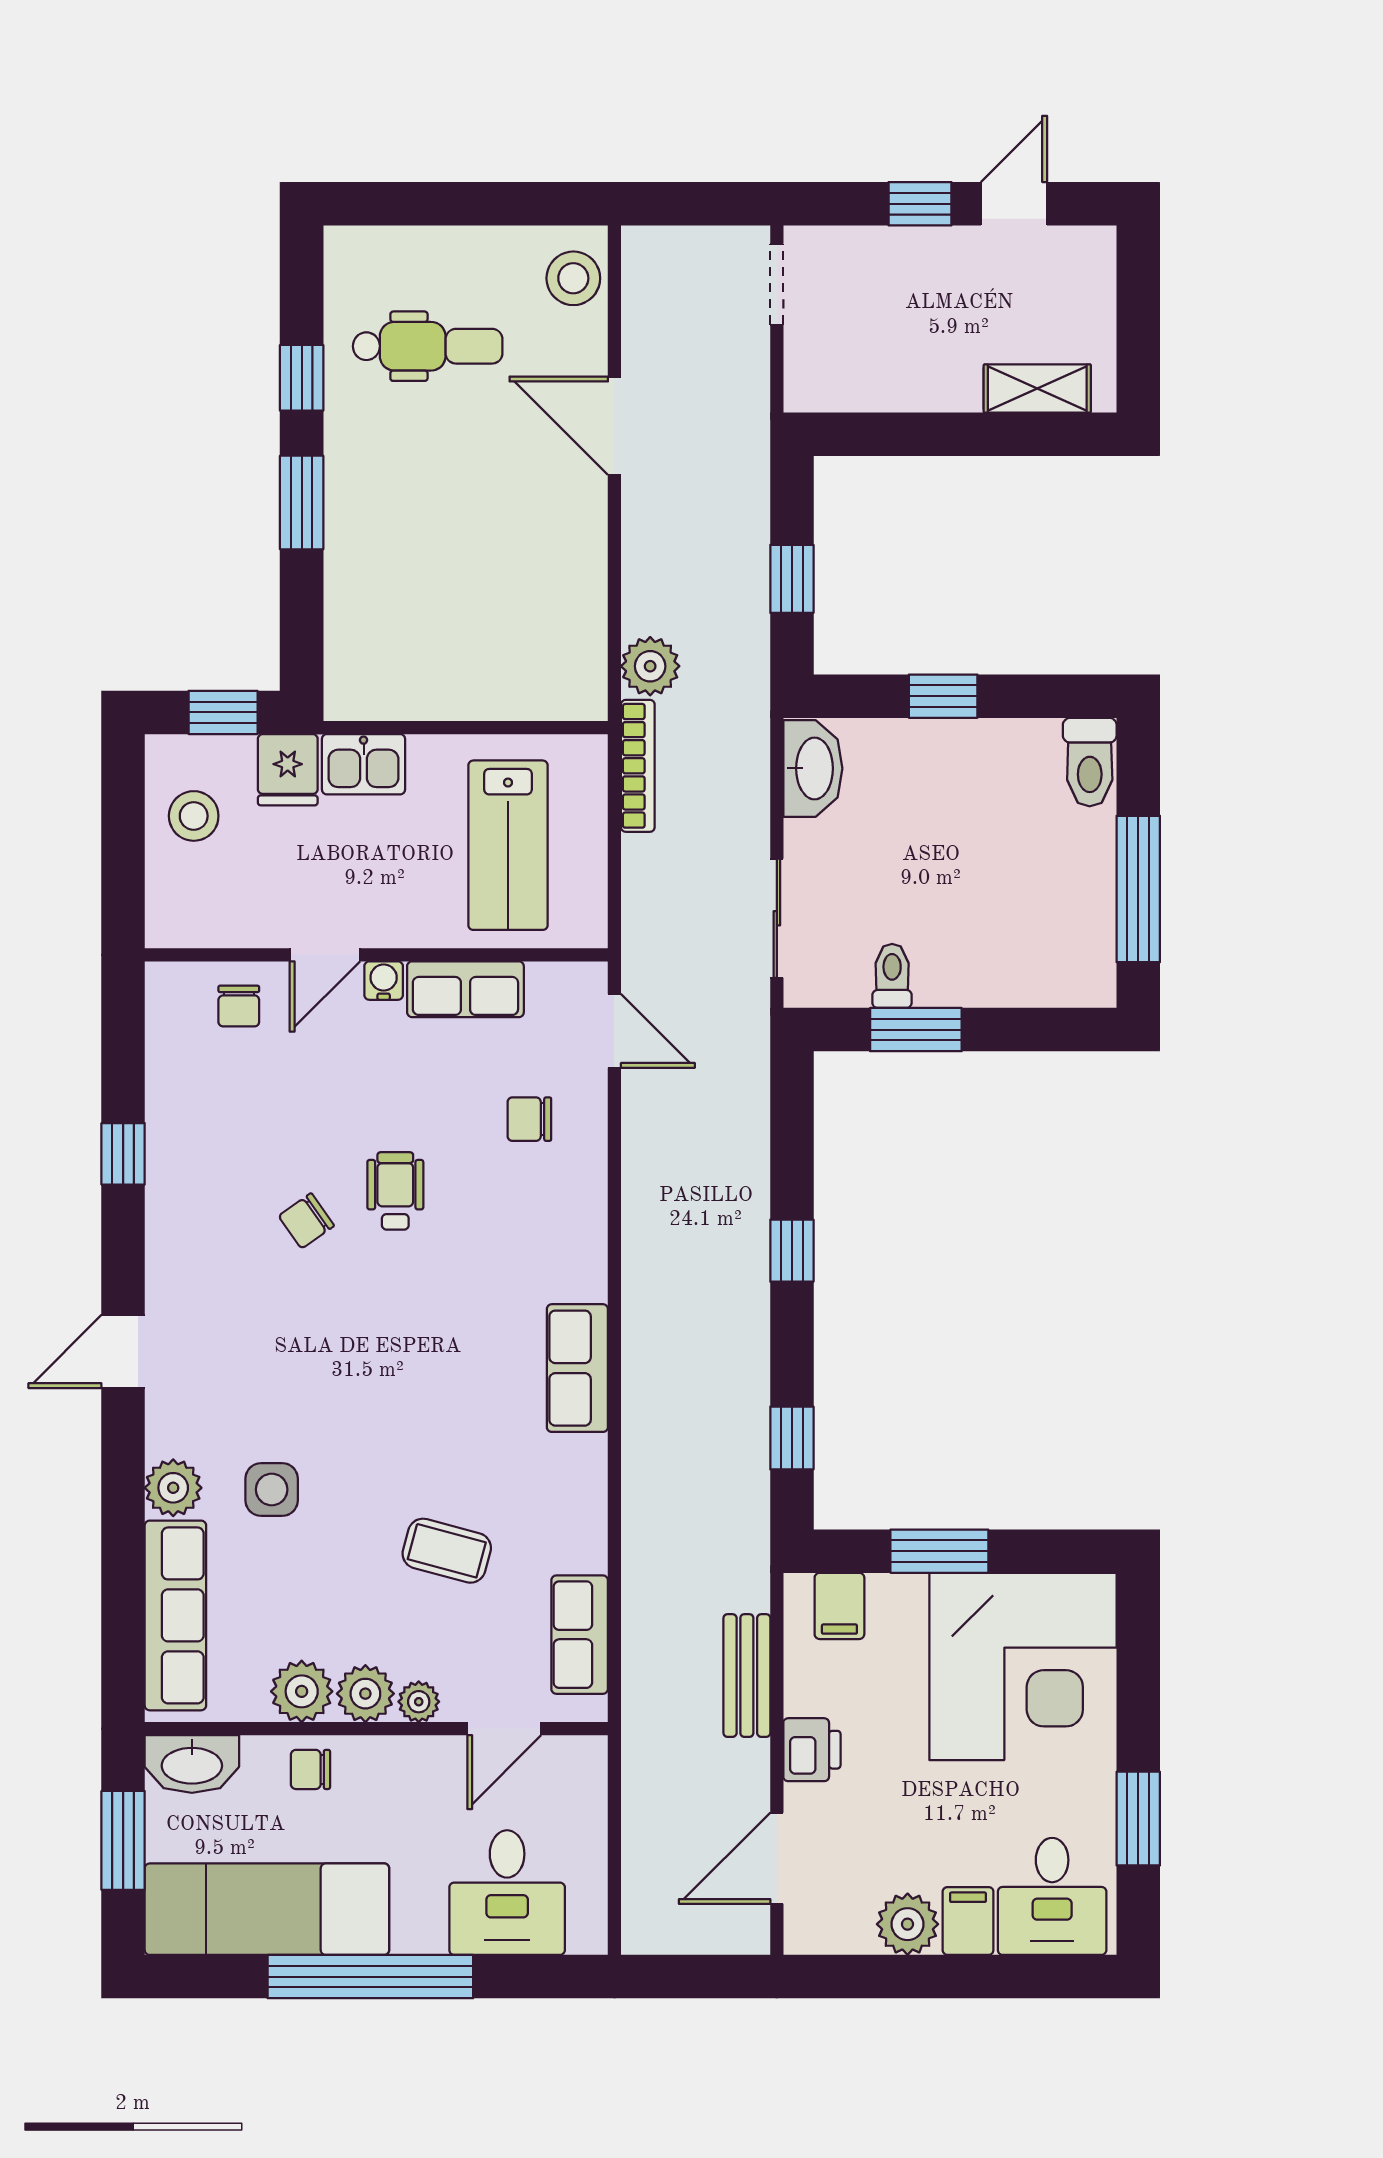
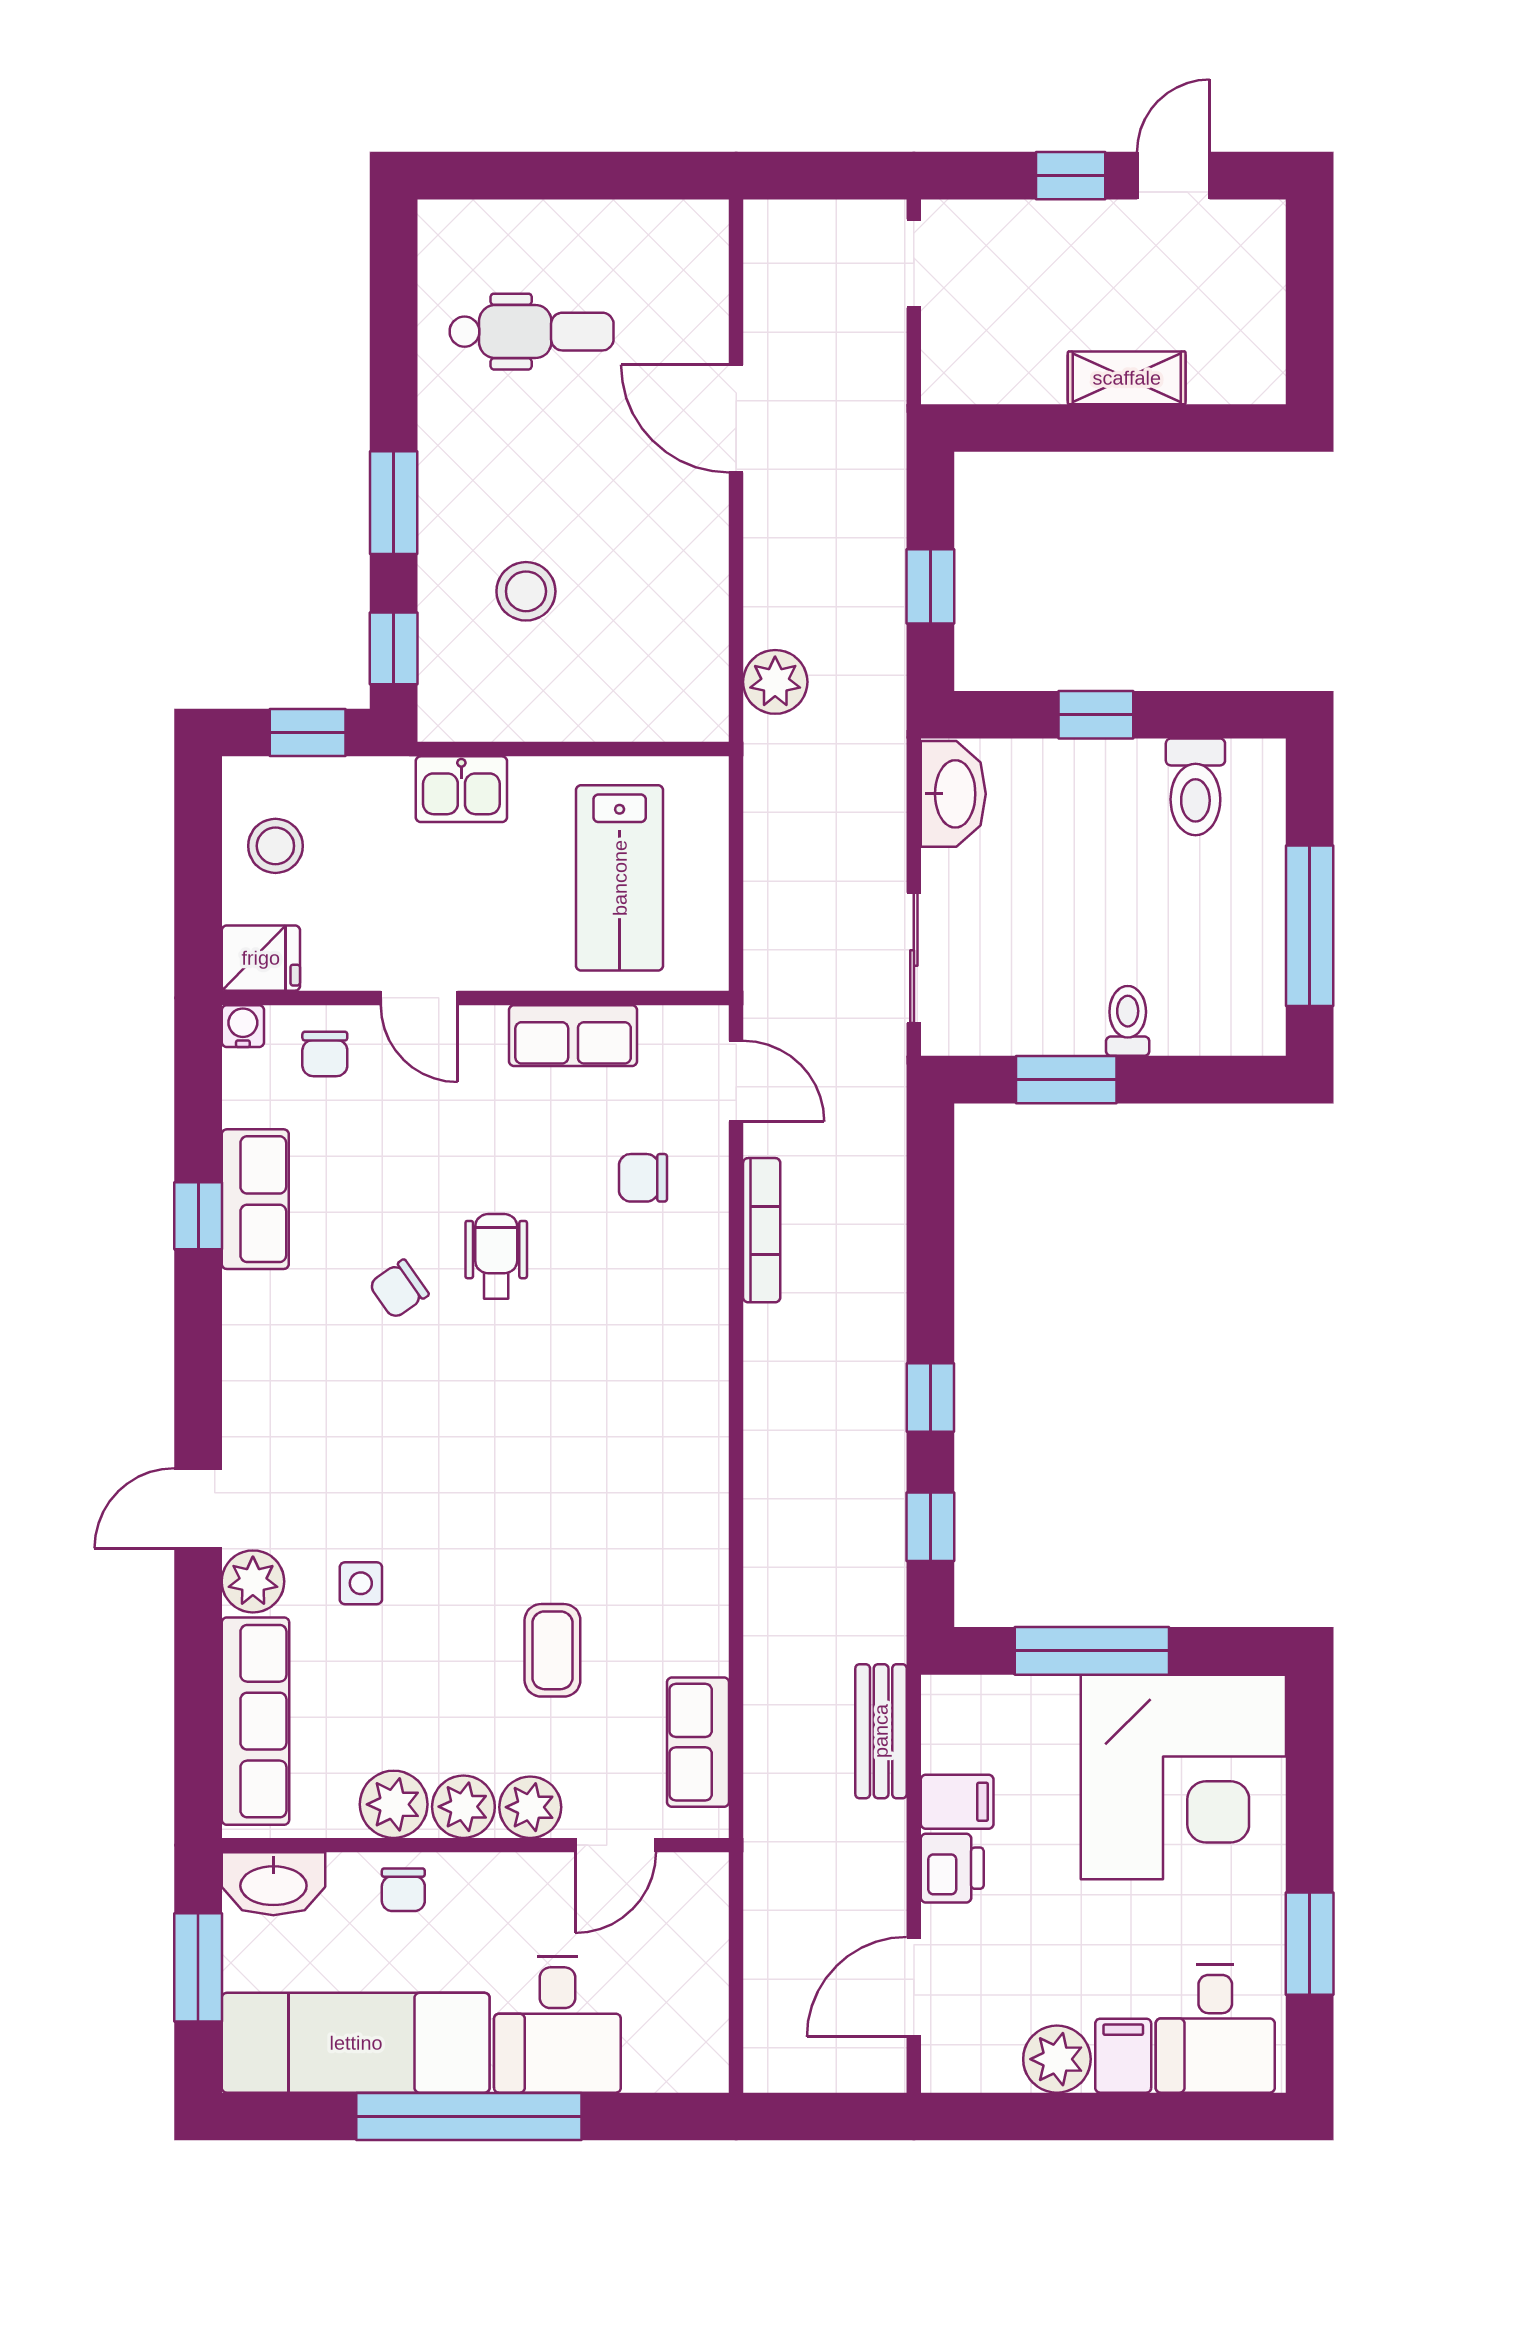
stool: (573, 278) -> (526, 591), moved
window: (302, 378) -> (394, 648), moved
shelving: (1037, 388) -> (1127, 378), moved
toilet: (1090, 762) -> (1195, 787), moved
bookcase: (638, 766) -> (762, 1230), moved
fridge: (288, 770) -> (261, 958), moved, turned -90
door: (325, 955) -> (419, 998), hinge flipped
toilet: (892, 976) -> (1128, 1021), moved
water cooler: (384, 981) -> (243, 1026), moved
window: (792, 1251) -> (930, 1398), moved
door: (123, 1351) -> (198, 1508), moved
row of seats: (577, 1368) -> (255, 1199), moved, turned 180
side table: (272, 1490) -> (361, 1583), width x0.73, depth x0.73
coffee table: (447, 1551) -> (552, 1650), turned 75
window: (939, 1551) -> (1092, 1651), width x1.44
filing cabinet: (839, 1606) -> (957, 1802), moved, turned -90
bench: (747, 1676) -> (881, 1731), moved
plant: (419, 1702) -> (530, 1807), width x1.38, depth x1.38
chair: (310, 1769) -> (403, 1890), turned -90
desk: (507, 1893) -> (557, 2025), moved

